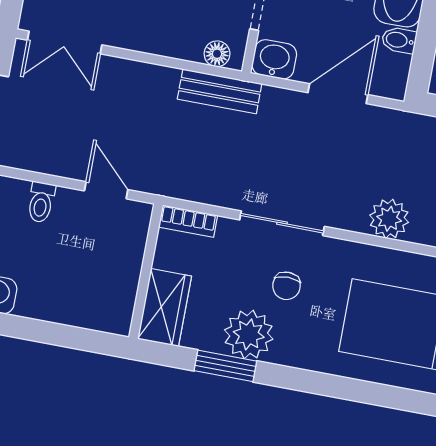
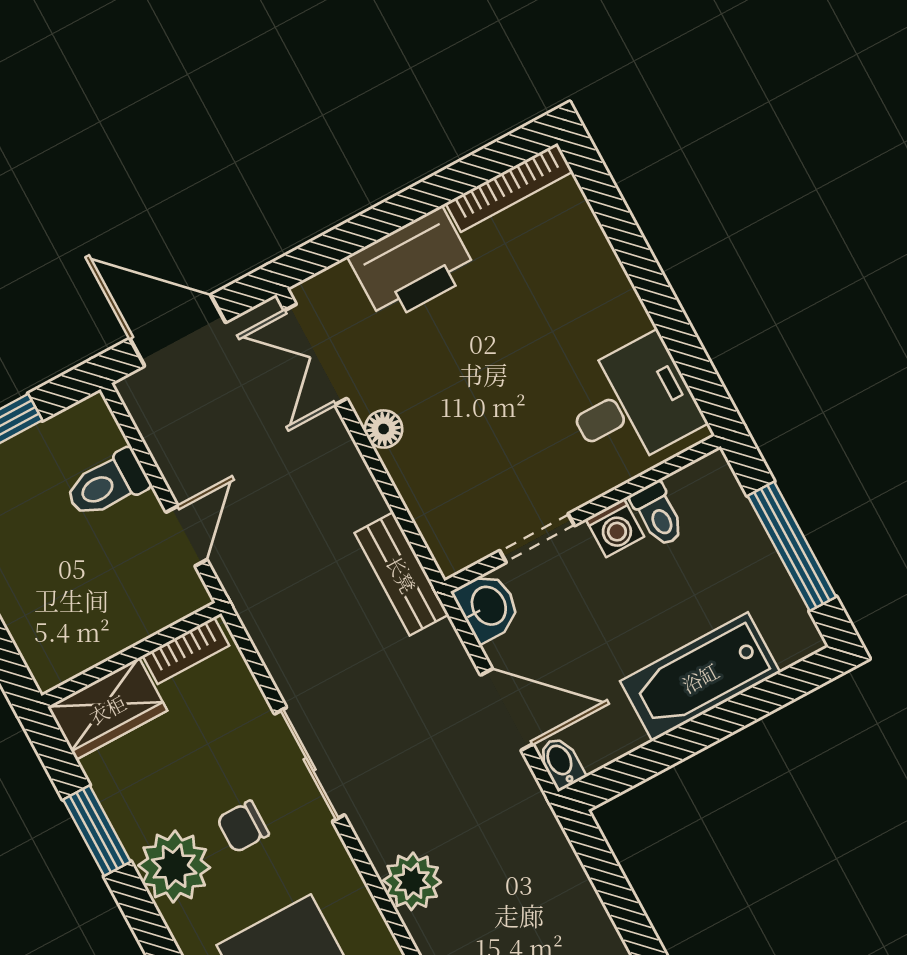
bidet: (399, 40) -> (561, 763), moved
floor lamp: (217, 54) -> (384, 429), moved
toilet: (41, 202) -> (107, 484), width x1.37, depth x1.39
bookcase: (188, 221) -> (186, 651), moved, turned -90
plant: (249, 334) -> (174, 866), moved

